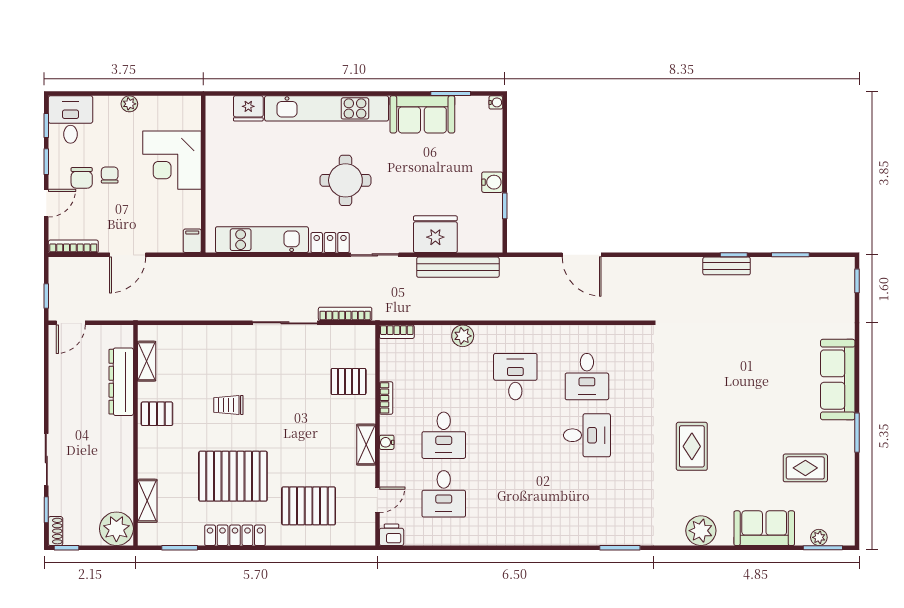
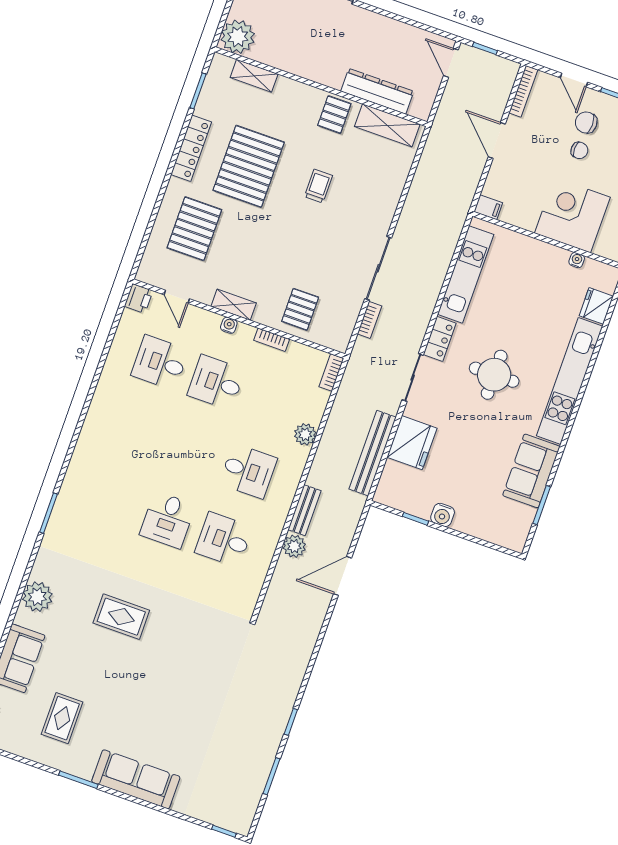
water cooler: (496, 102) -> (577, 260), moved, turned 180
bench: (727, 266) -> (304, 510), moved
plant: (570, 309) -> (294, 546), added
bookcase: (345, 314) -> (369, 320), width x0.64
shelving: (147, 361) -> (387, 125), width x1.50, depth x1.33

